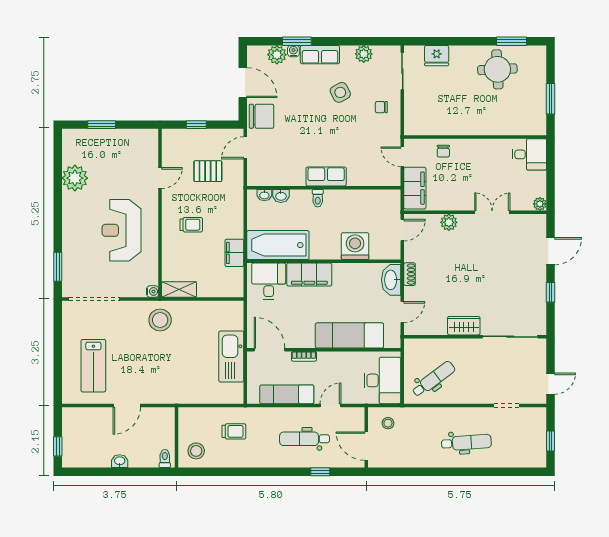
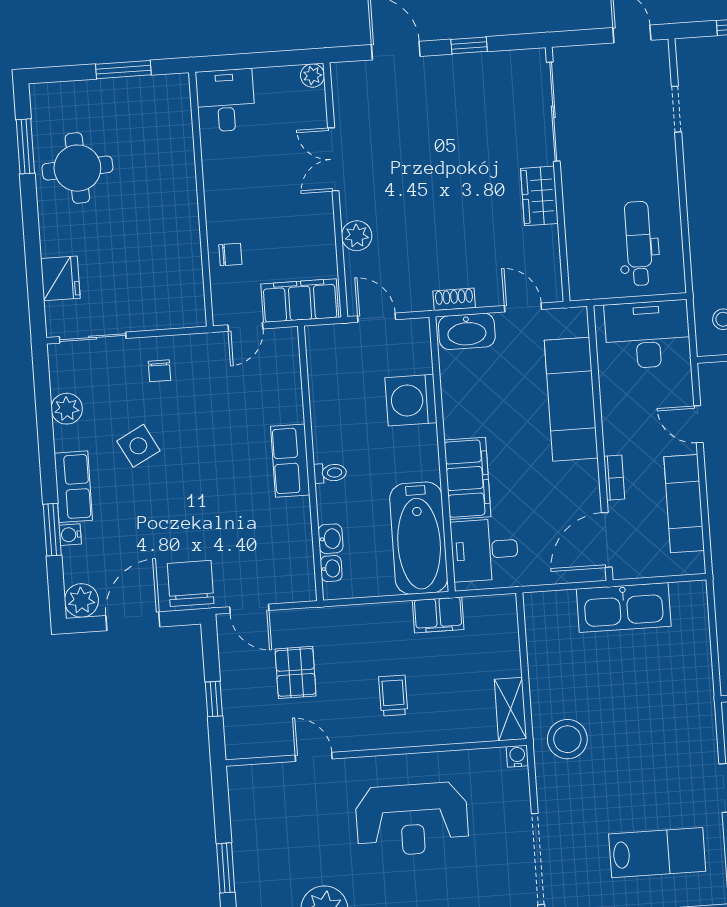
plant: (277, 55) -> (81, 600), moved
dental chair: (434, 379) -> (639, 243), turned 37

